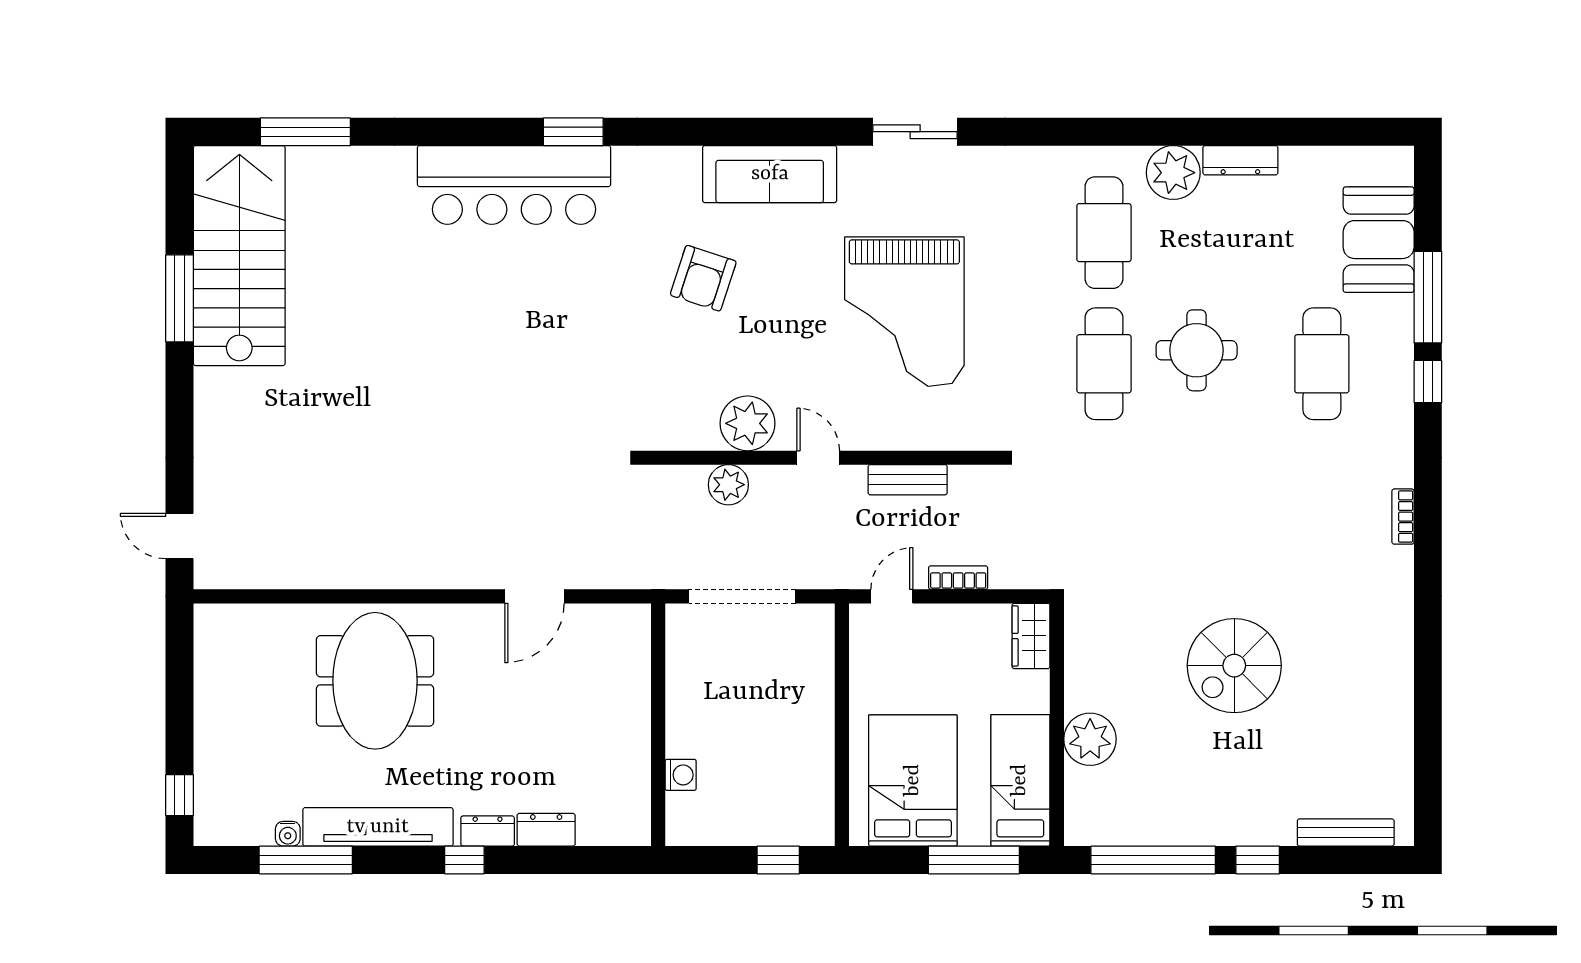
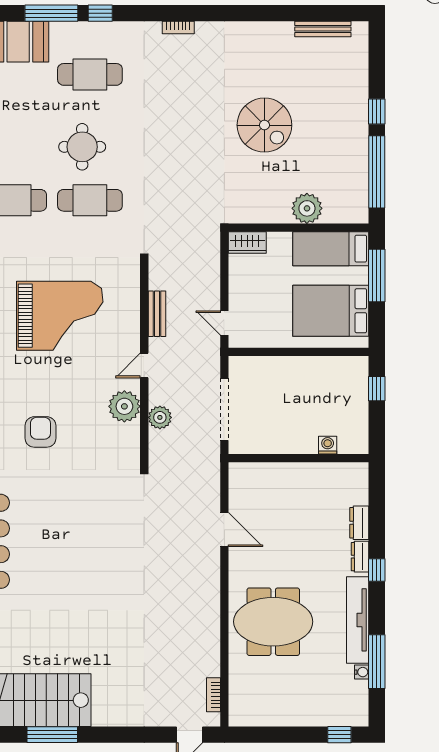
armchair: (703, 278) -> (40, 432), turned -108
bookcase: (958, 578) -> (214, 695), moved
bench: (1346, 832) -> (323, 29), moved, turned 90

